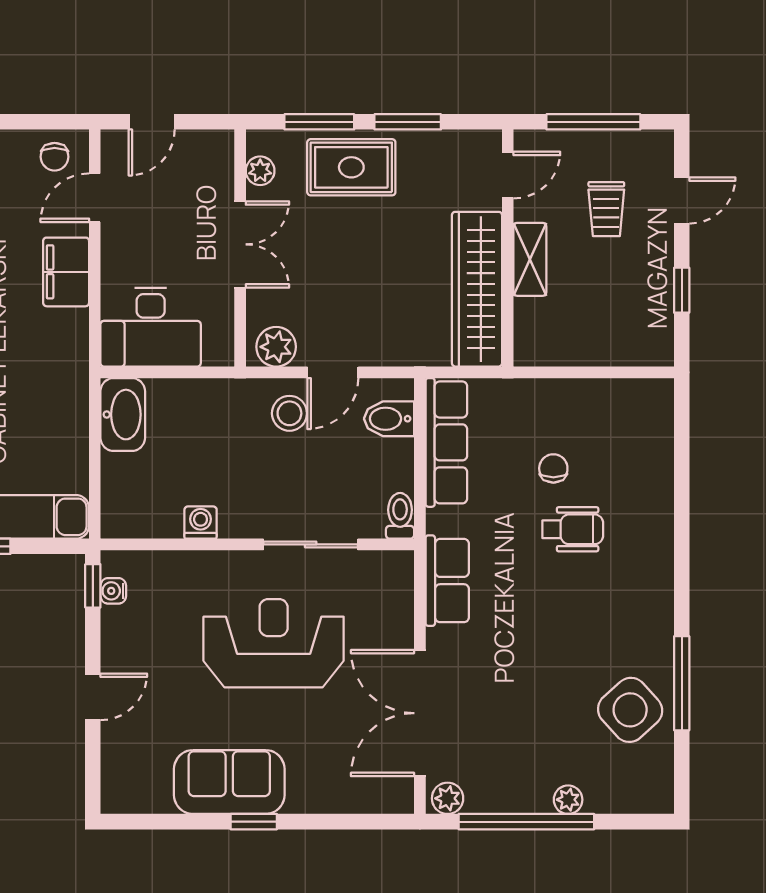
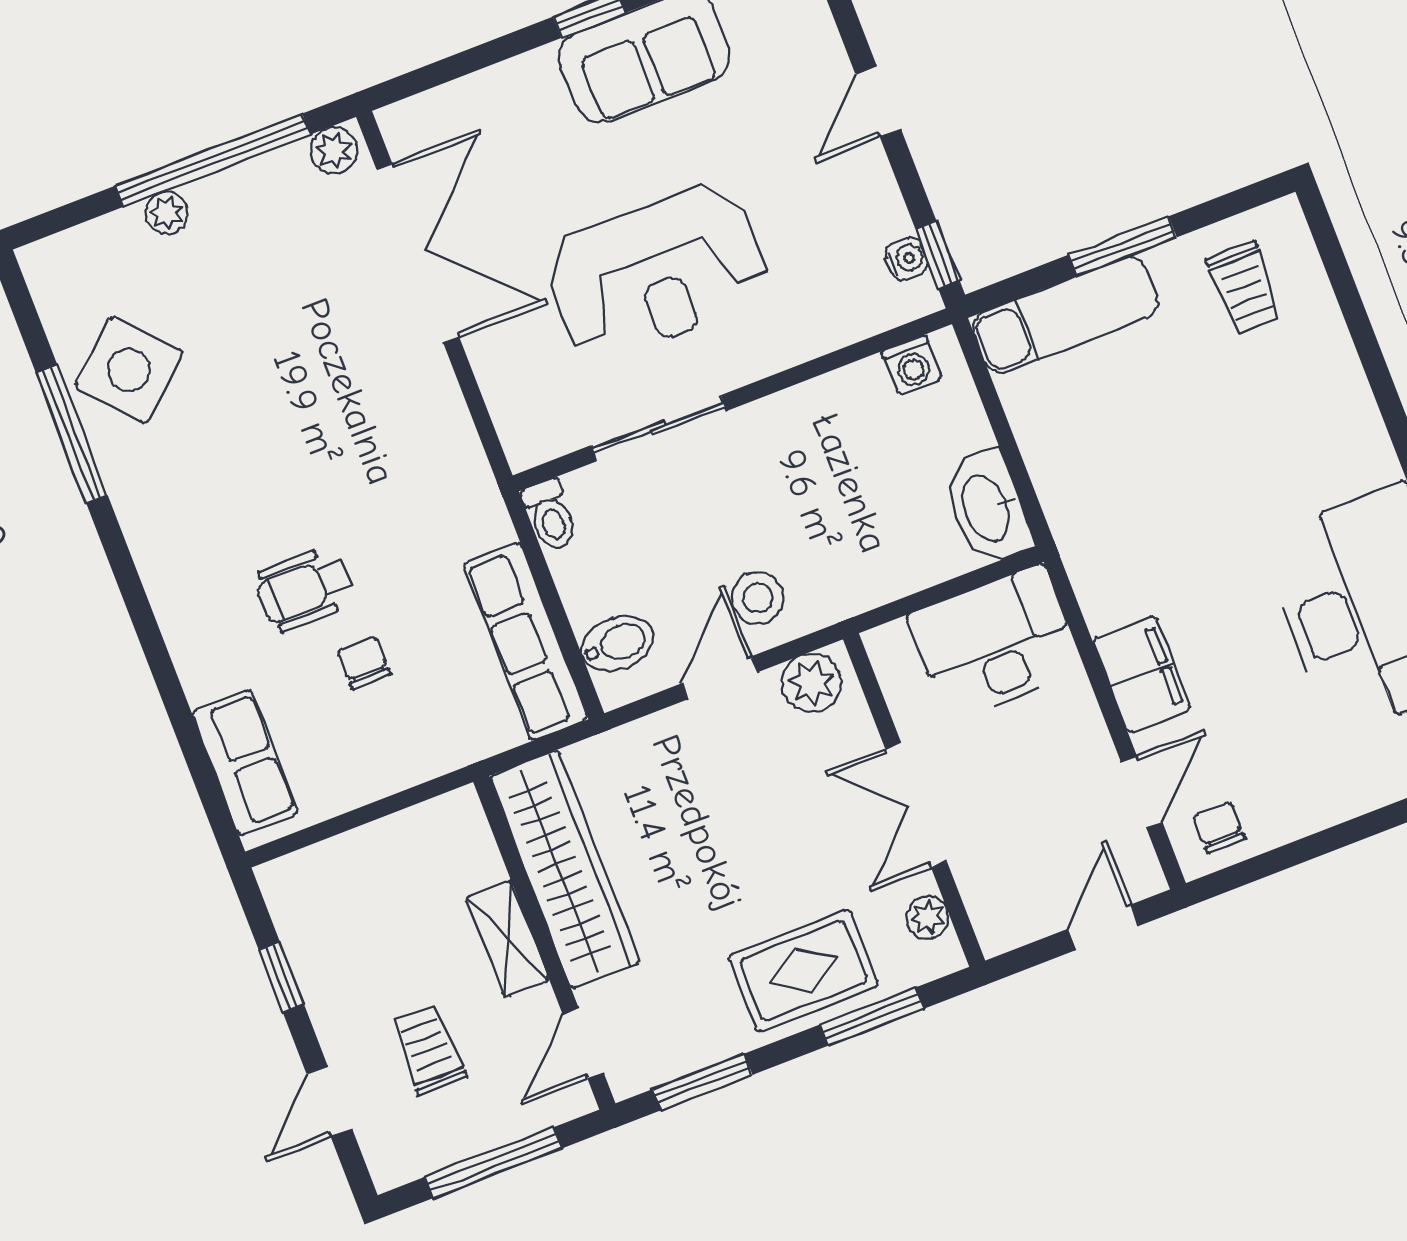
window: (408, 122) -> (703, 1082), moved
chair: (553, 468) -> (364, 663), turned 180
washing machine: (201, 523) -> (912, 365), moved
row of seats: (447, 581) -> (245, 762), moved, turned 180

